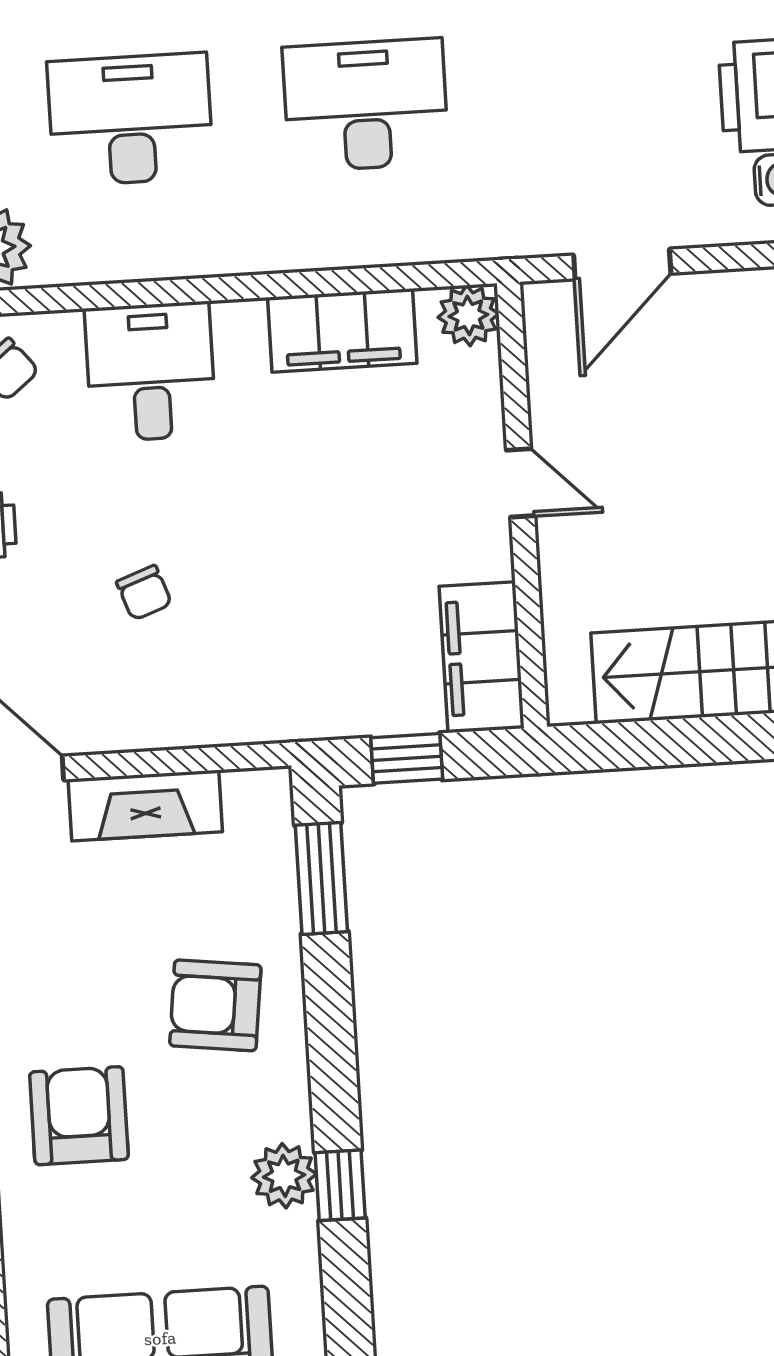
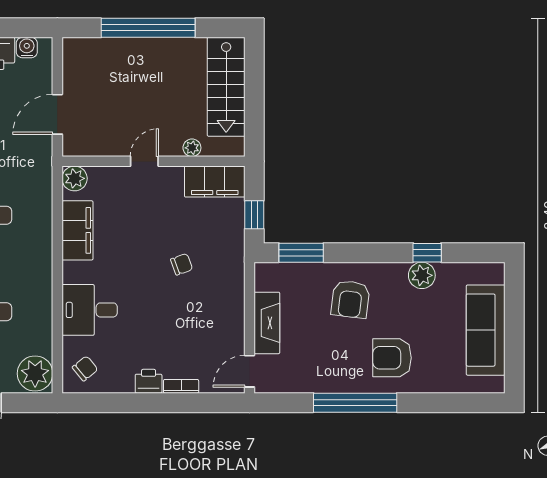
door: (622, 264) -> (57, 114), swing flipped
chair: (144, 593) -> (182, 264), moved
plant: (561, 597) -> (192, 148), added

